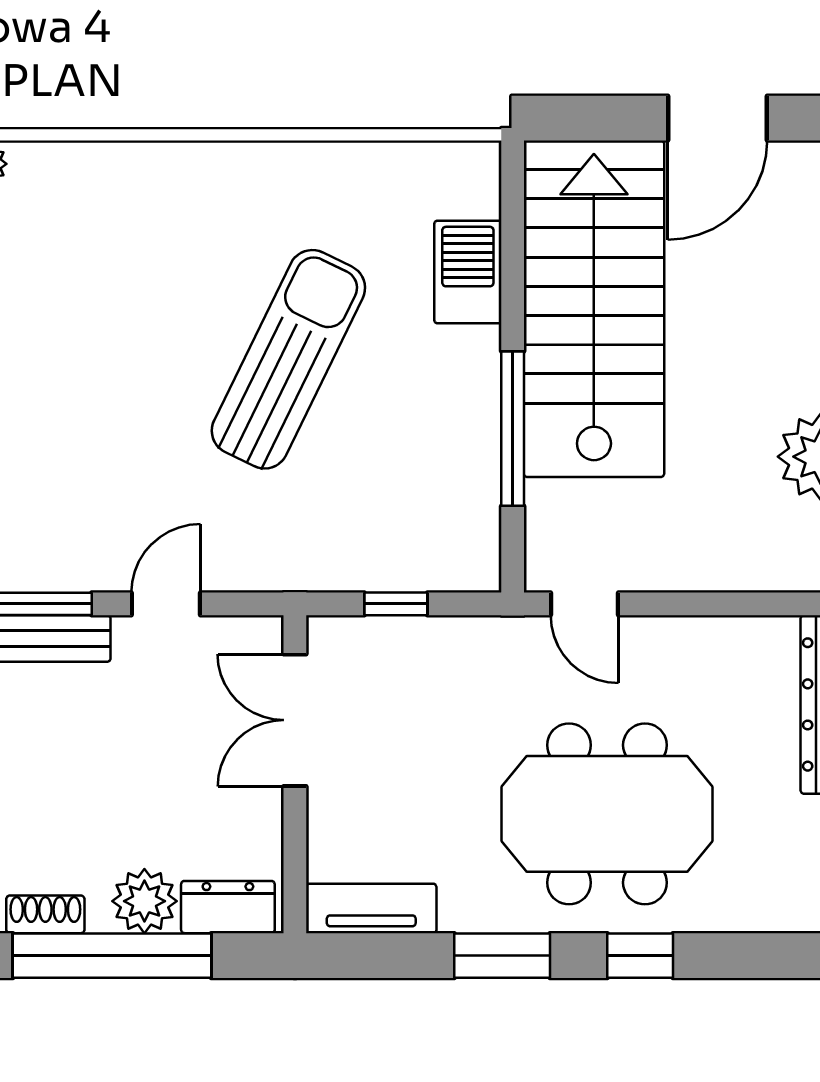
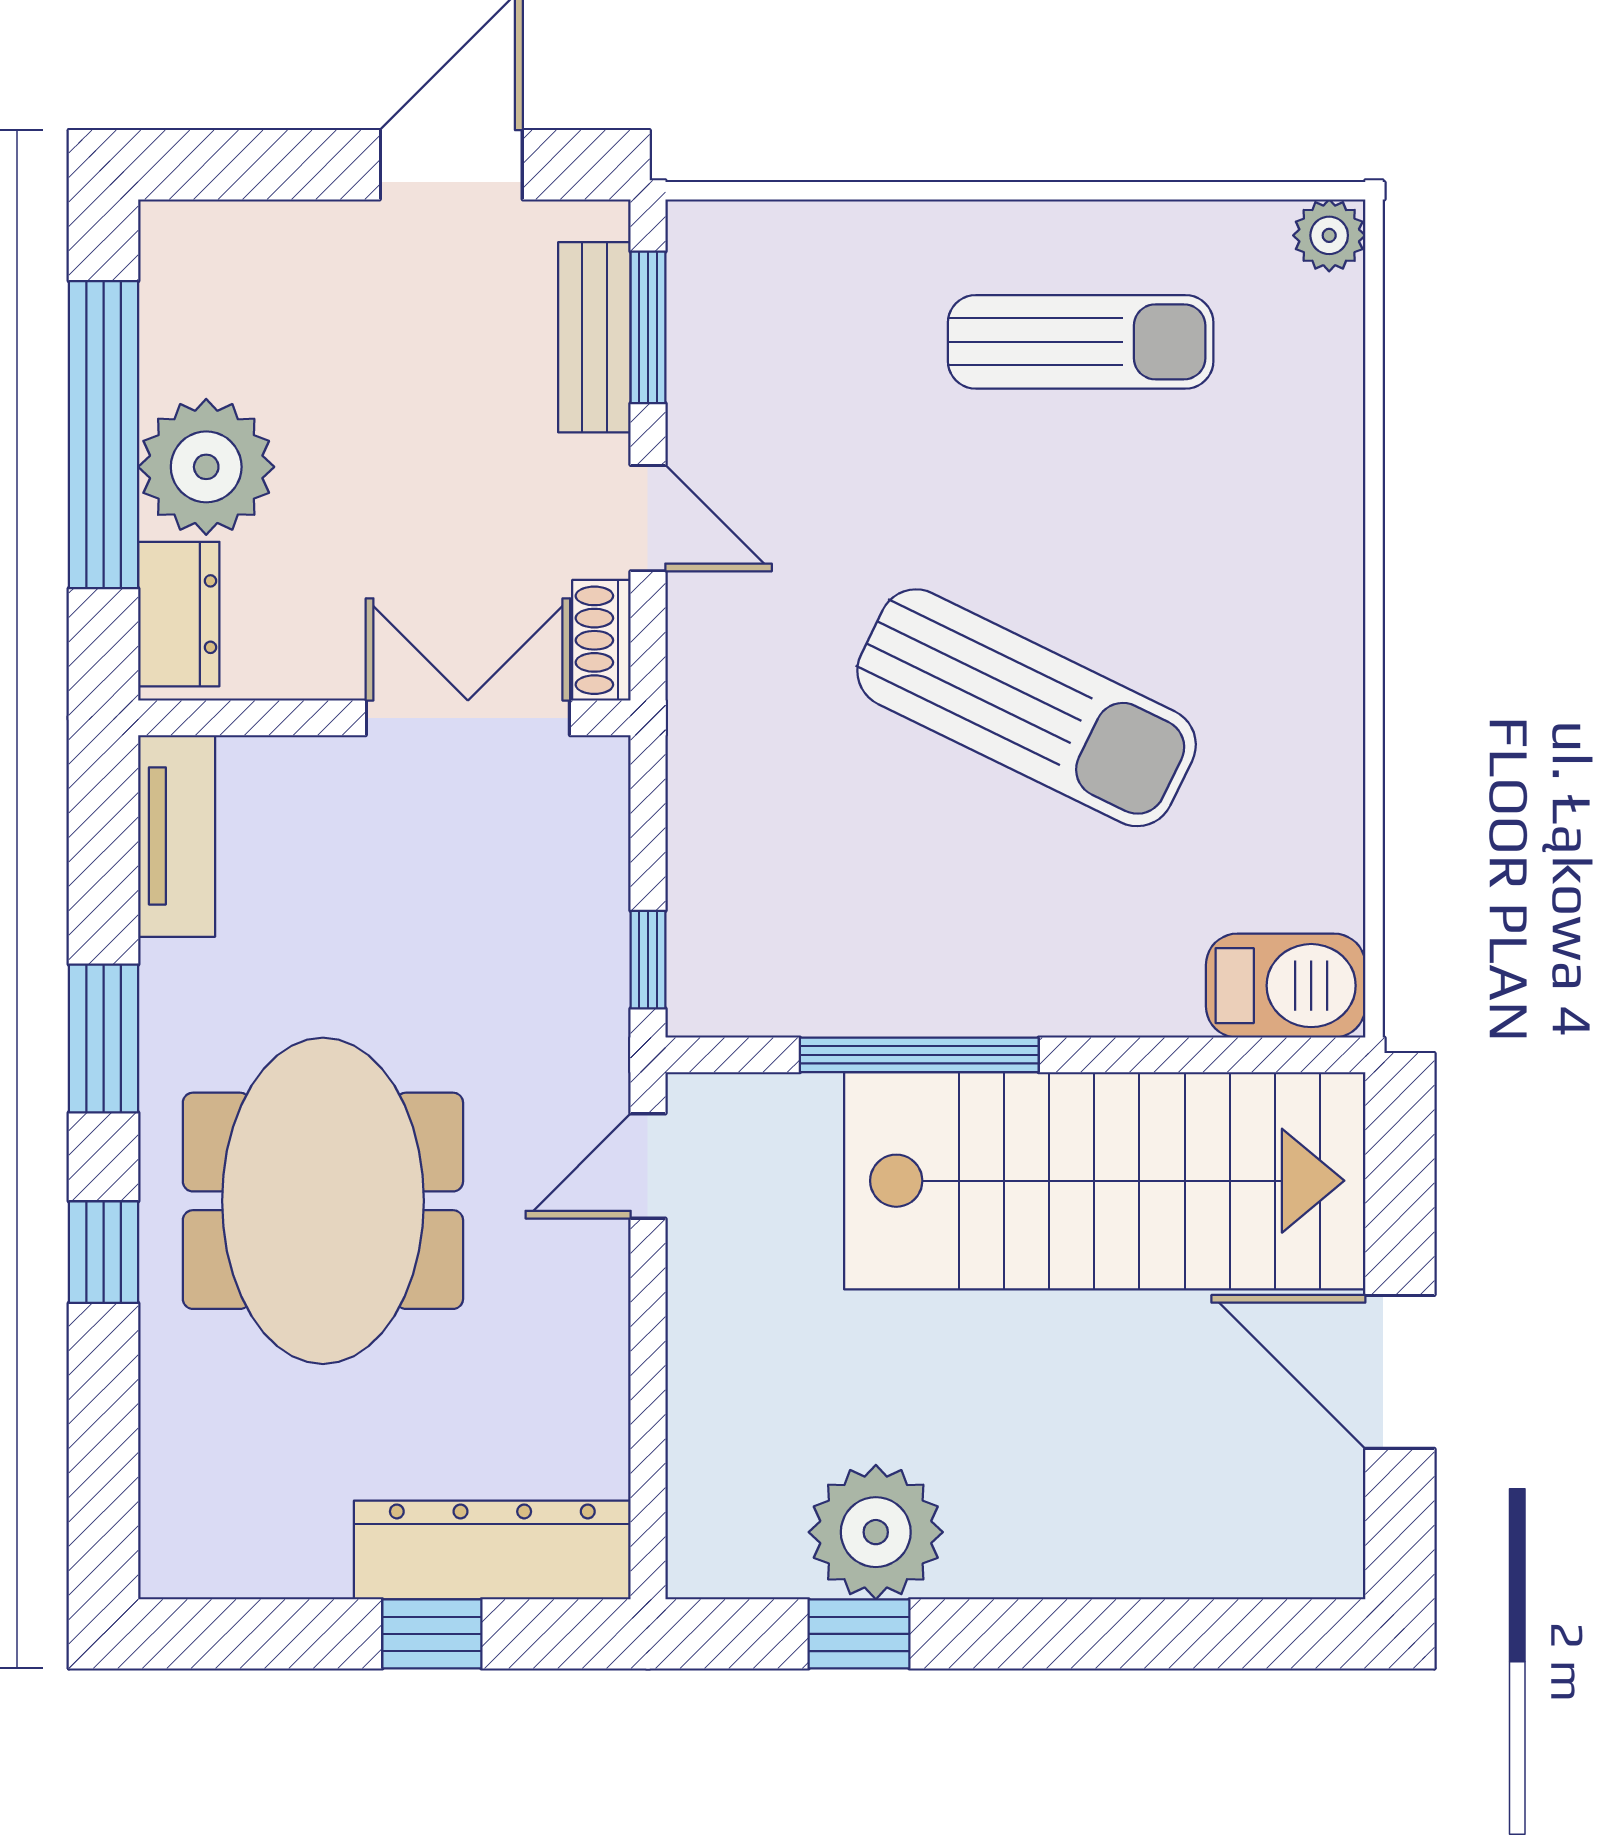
barbecue: (468, 272) -> (1286, 986), moved
sun lounger: (52, 324) -> (1081, 342), added
window: (396, 604) -> (648, 960), moved
plant: (144, 901) -> (206, 467), width x1.36, depth x1.36
shoe rack: (45, 914) -> (601, 640), moved, turned 180

